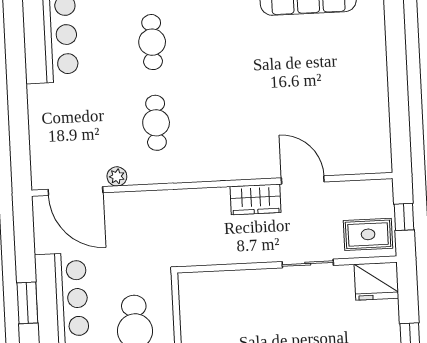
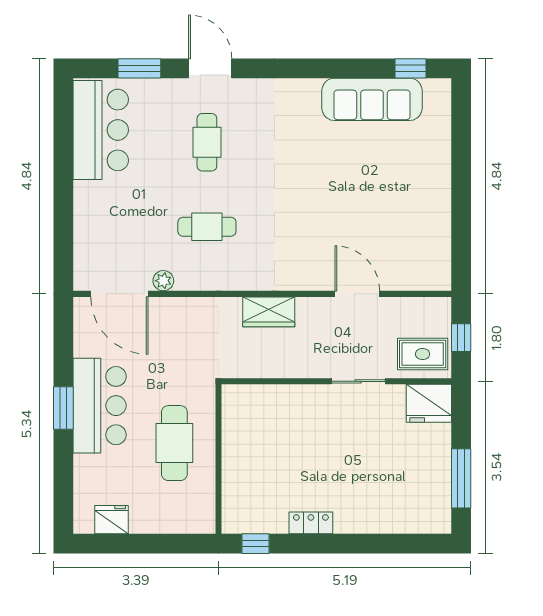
cafe table: (156, 123) -> (207, 227), turned 90
wardrobe: (255, 199) -> (269, 312), moved

